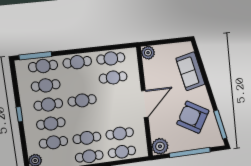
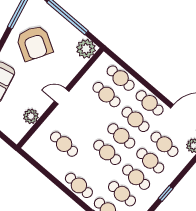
plant: (148, 53) -> (31, 116), moved
cafe table: (111, 58) -> (121, 136), moved
door: (145, 104) -> (62, 96), width x0.53

